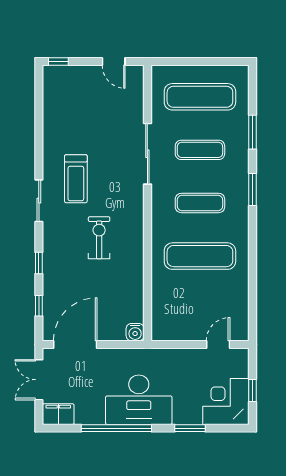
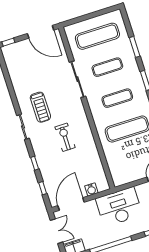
door: (114, 61) -> (41, 32), width x1.88
water cooler: (135, 332) -> (91, 189), moved
double door: (39, 380) -> (56, 231), swing flipped
desk: (139, 400) -> (119, 207), moved, turned 180

